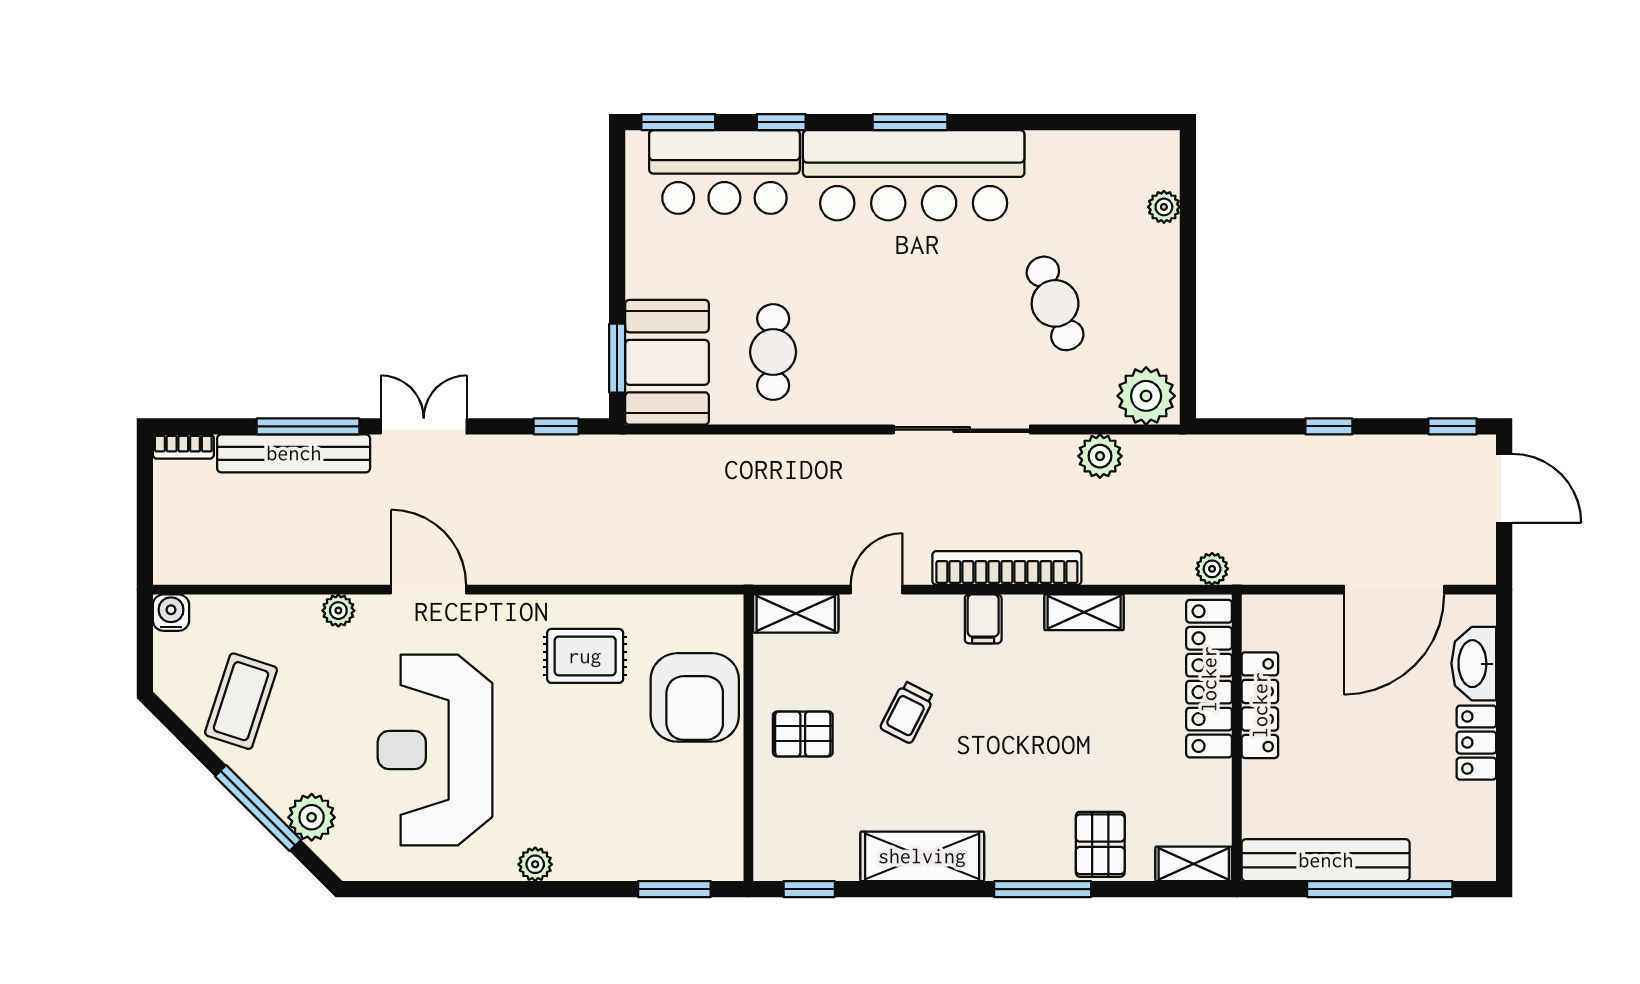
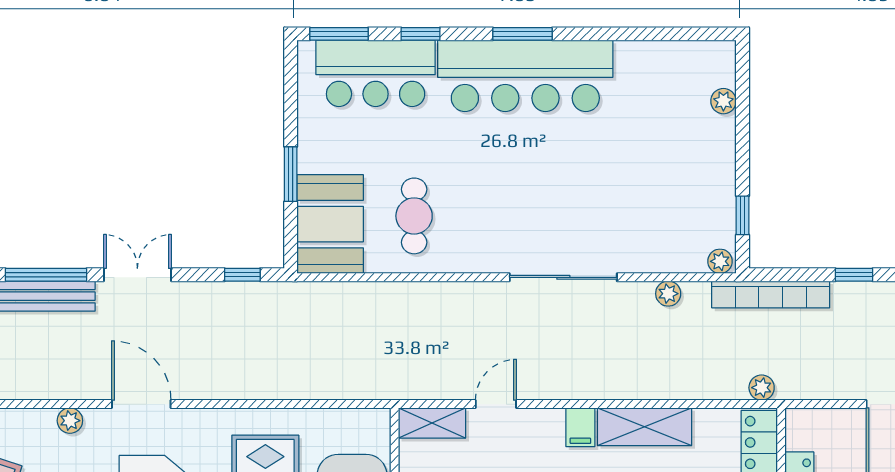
cafe table: (1055, 303) -> (637, 177), removed
window: (1188, 351) -> (742, 215), added
window: (617, 358) -> (291, 174), moved
plant: (1146, 396) -> (720, 261), width x0.53, depth x0.53
plant: (1100, 456) -> (668, 294), width x0.73, depth x0.73
bookcase: (1007, 568) -> (771, 294), moved, turned 180
shelving: (1084, 612) -> (645, 427), width x1.50, depth x1.33

